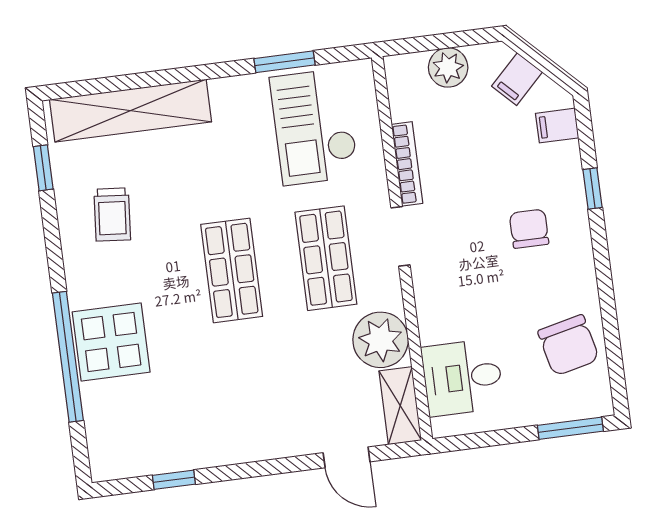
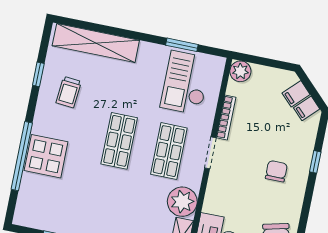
plant: (448, 67) -> (240, 71), moved
filing cabinet: (557, 126) -> (307, 108), moved, turned -45
window: (43, 168) -> (38, 74), moved

